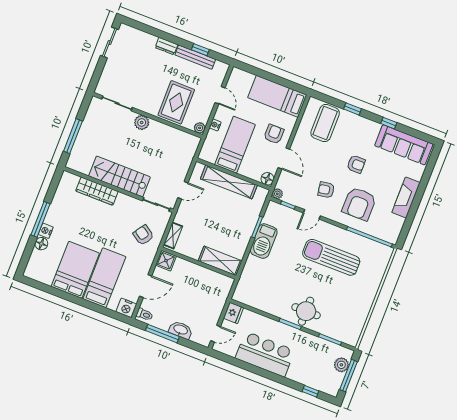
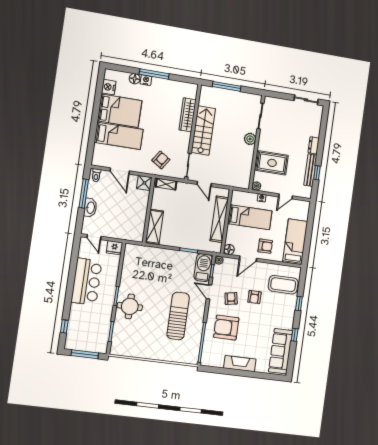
armchair: (356, 164) -> (254, 297), moved
barbecue: (264, 241) -> (203, 268), moved, turned 90
nightstand: (126, 308) -> (109, 87), moved
plant: (341, 365) -> (92, 346), removed

